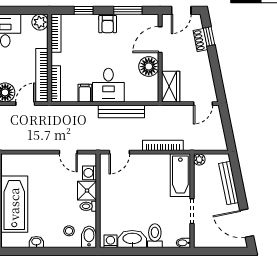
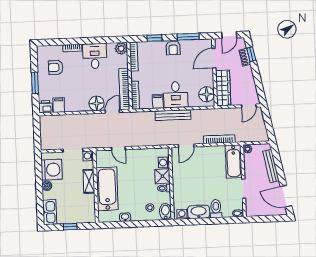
floor lamp: (149, 67) -> (207, 94), moved
wardrobe: (171, 87) -> (223, 88), width x1.50
bench: (121, 112) -> (173, 115), moved
door: (68, 152) -> (118, 148), moved

